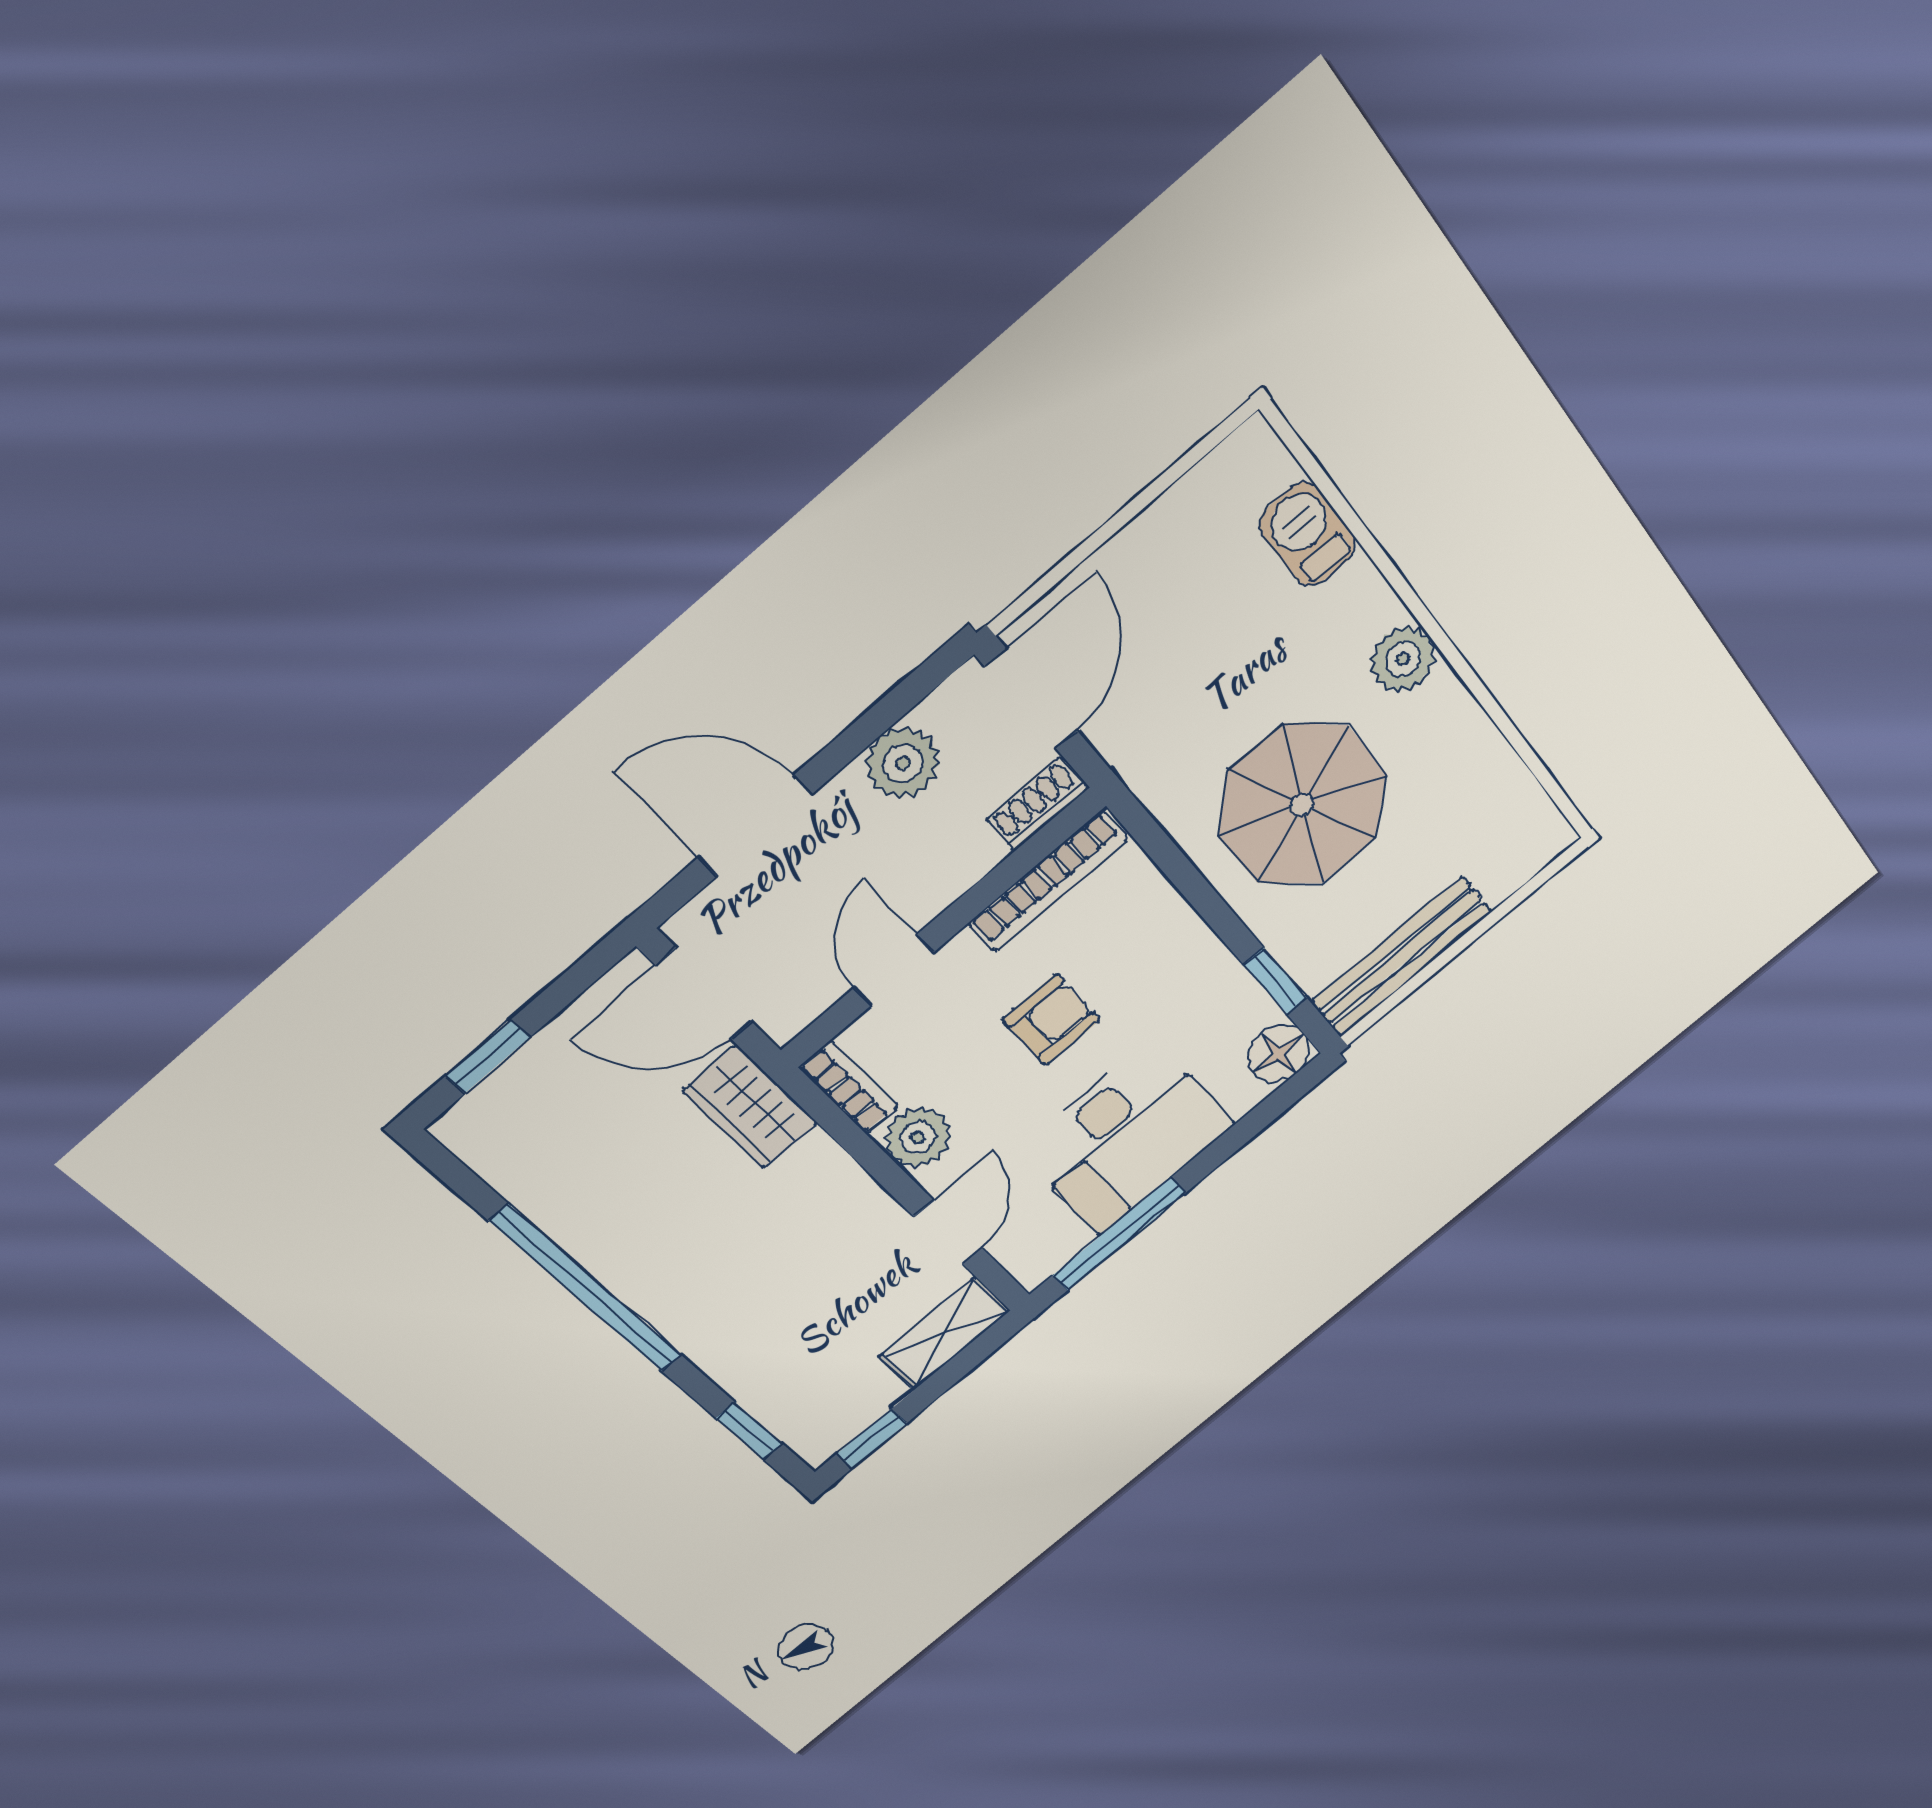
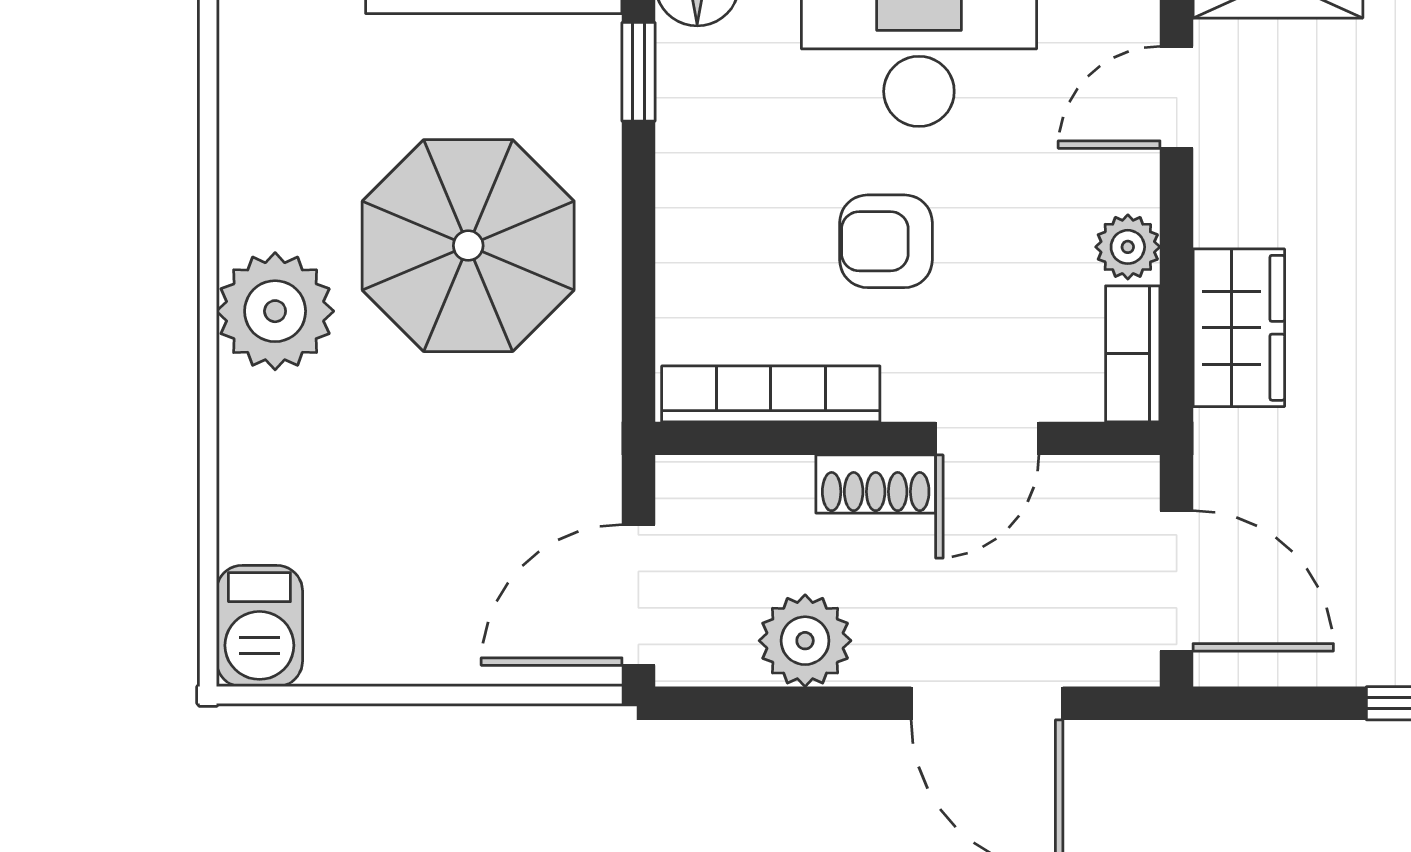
barbecue: (1308, 534) -> (259, 626), moved
plant: (1403, 659) -> (275, 311), width x1.36, depth x1.36
shoe rack: (1037, 804) -> (876, 484), moved
wardrobe: (750, 1107) -> (1239, 328), moved
plant: (918, 1137) -> (1128, 247), width x0.73, depth x0.73

